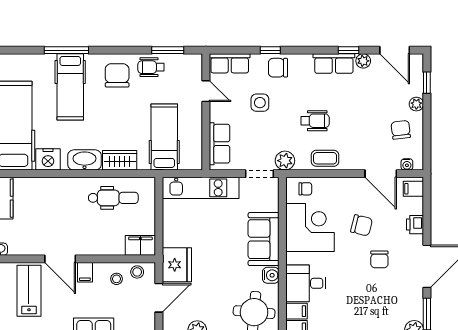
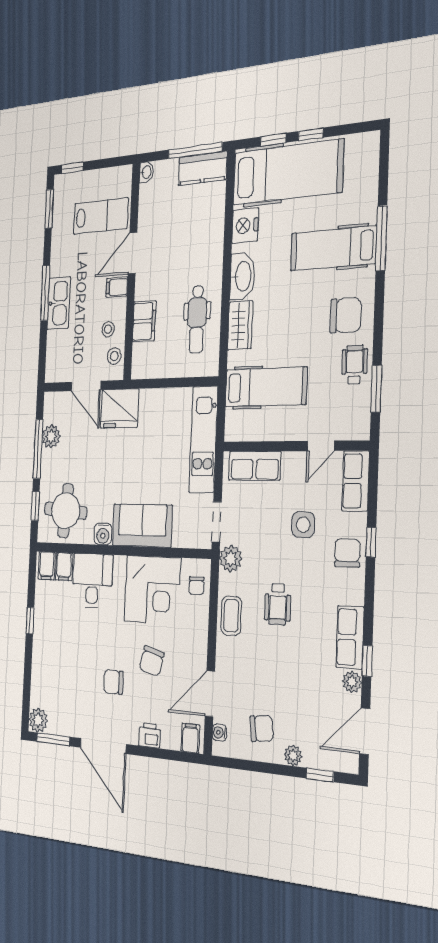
filing cabinet: (140, 245) -> (144, 321), moved

